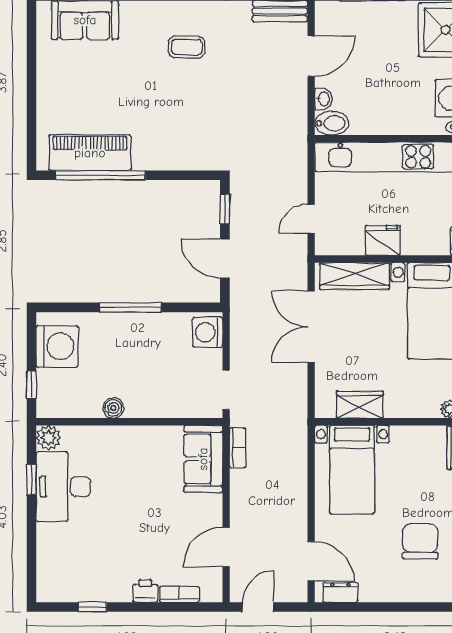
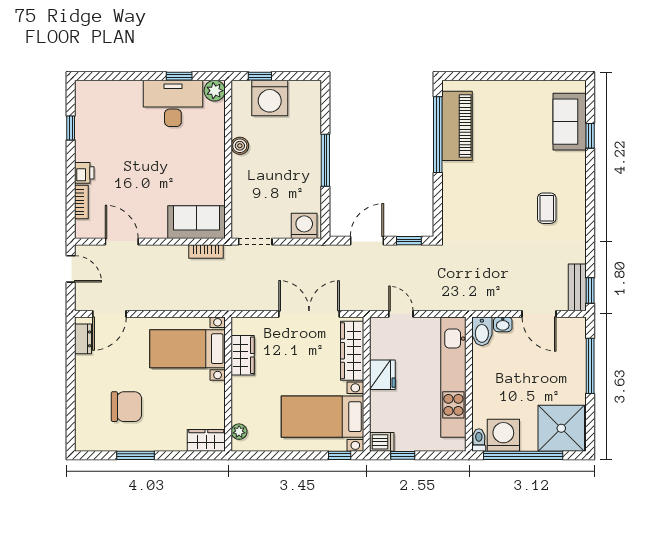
washing machine: (57, 346) -> (270, 98), moved

